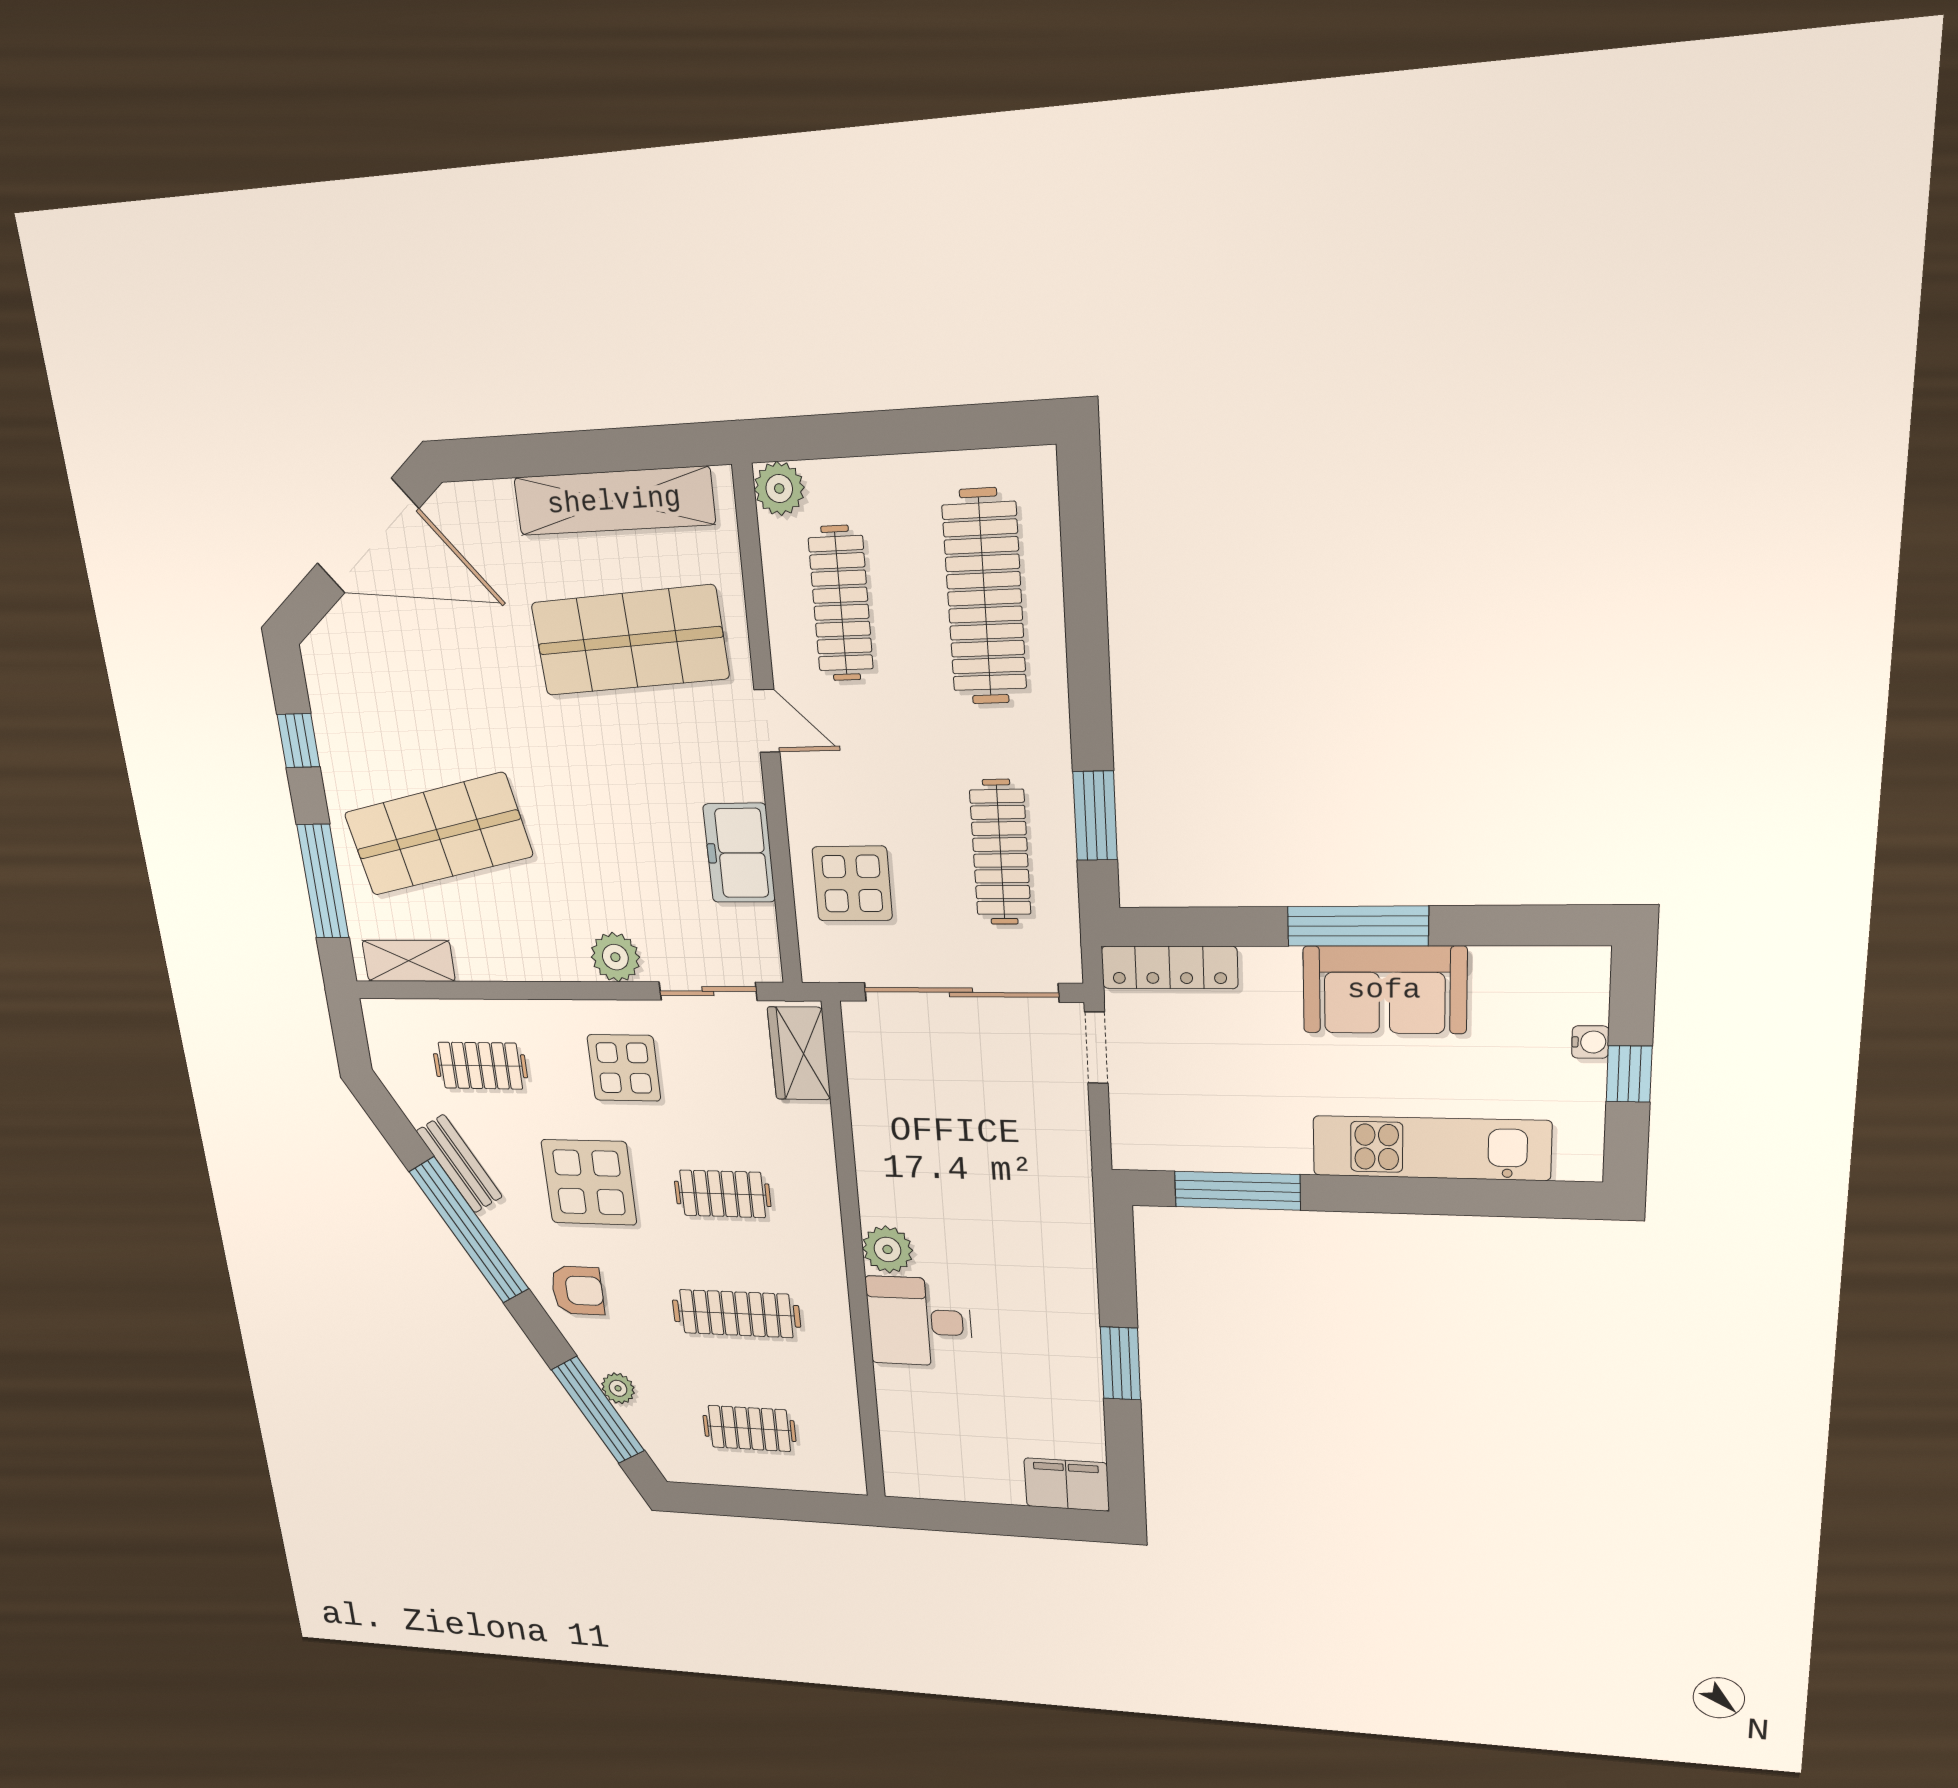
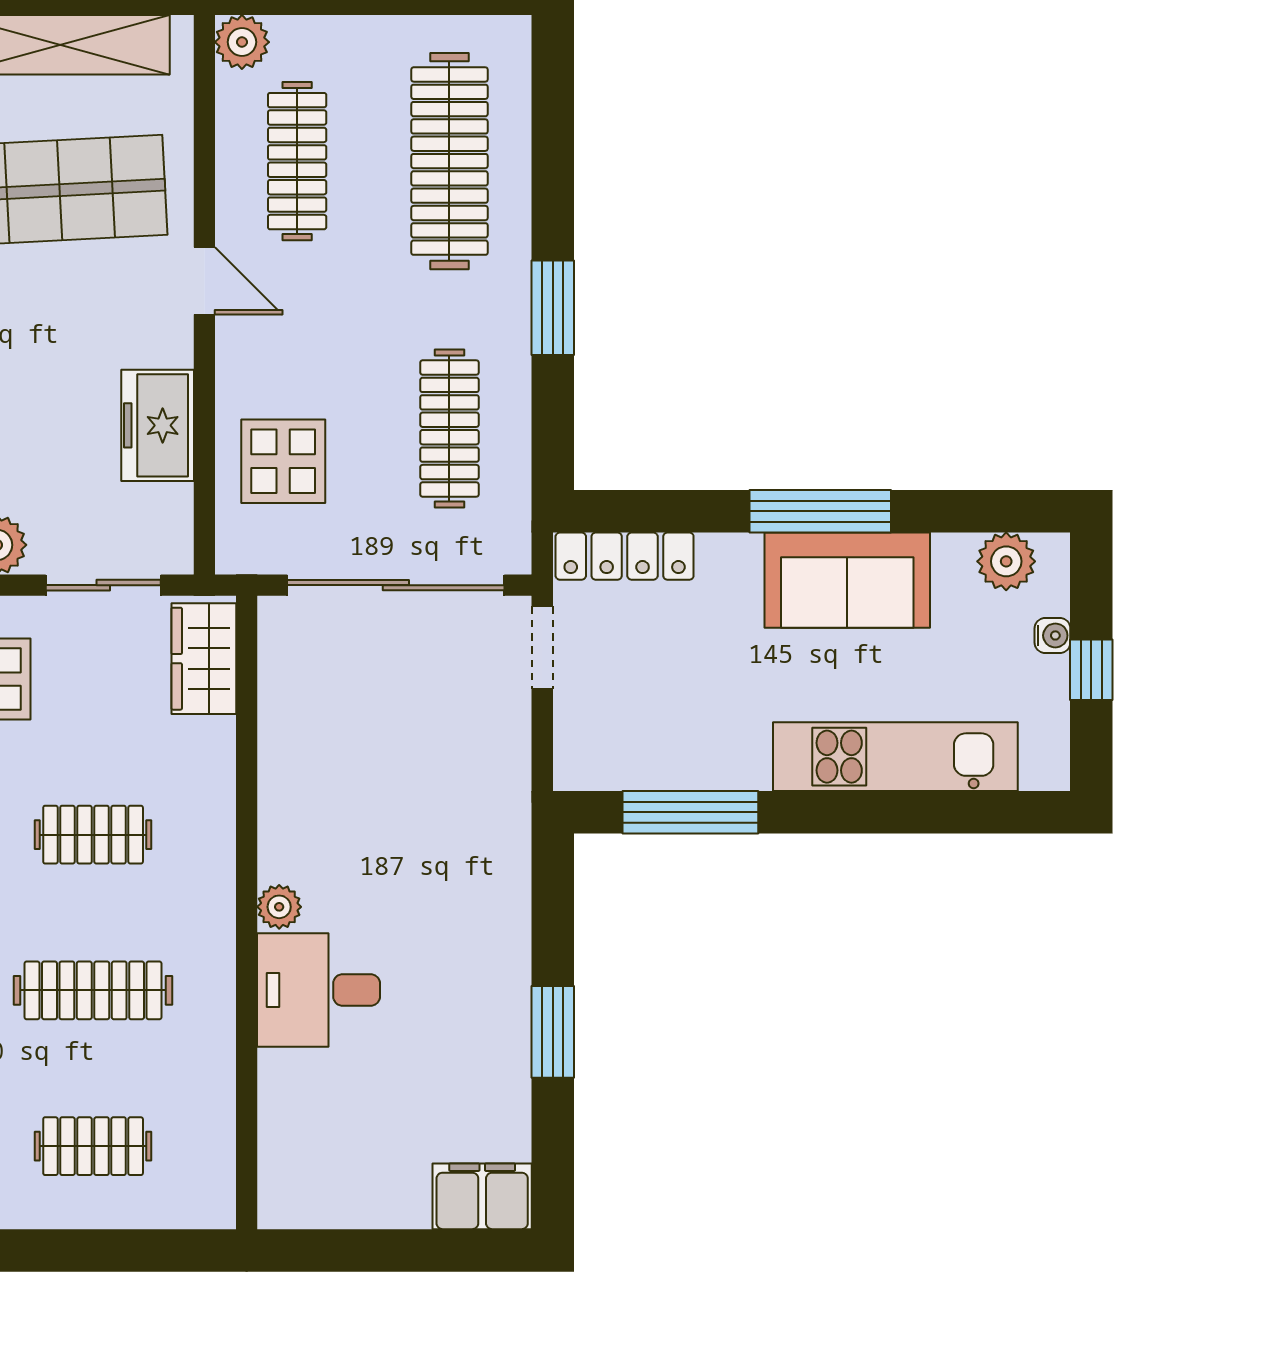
window: (1095, 816) -> (553, 308), moved
plant: (1545, 973) -> (1006, 561), added
plant: (887, 1249) -> (279, 907), width x0.73, depth x0.73

